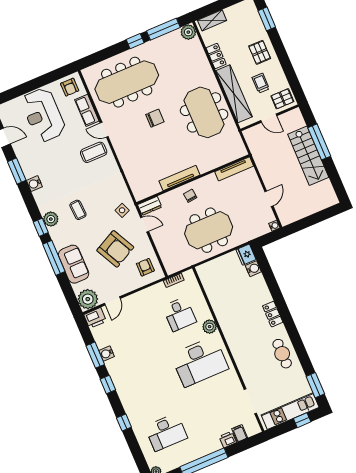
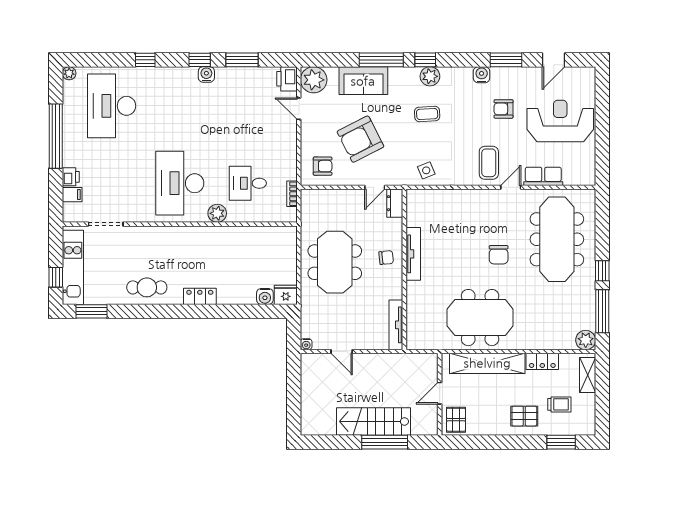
trolley: (261, 83) -> (559, 404), moved
armchair: (70, 87) -> (503, 109), moved
side table: (122, 210) -> (426, 170), moved
water cooler: (107, 353) -> (206, 74), moved
desk: (166, 432) -> (112, 106), width x1.36, depth x1.30

